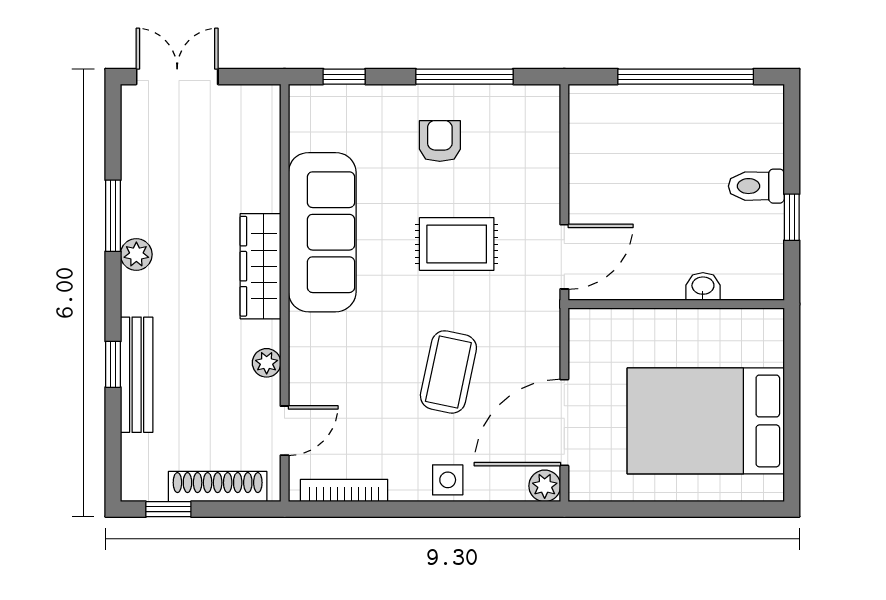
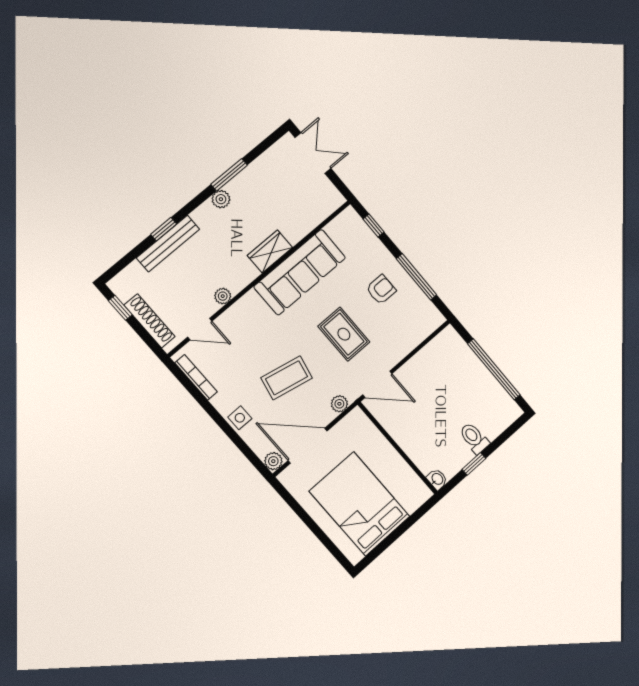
wardrobe: (260, 266) -> (270, 251), width x0.67
washbasin: (703, 286) -> (437, 479), moved
plant: (546, 331) -> (339, 404), added

